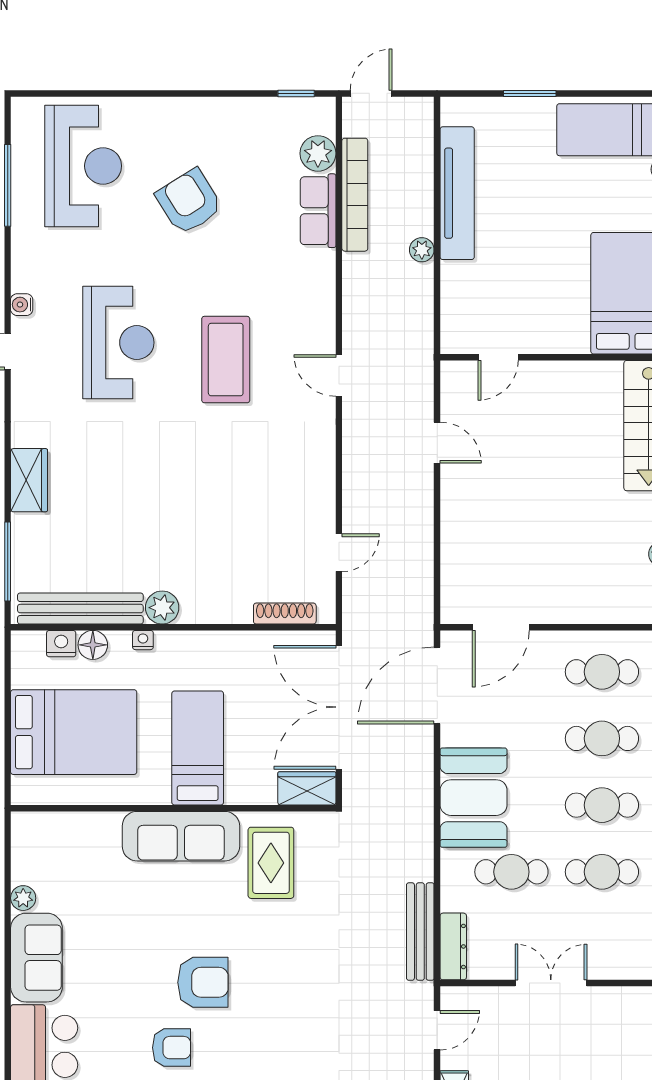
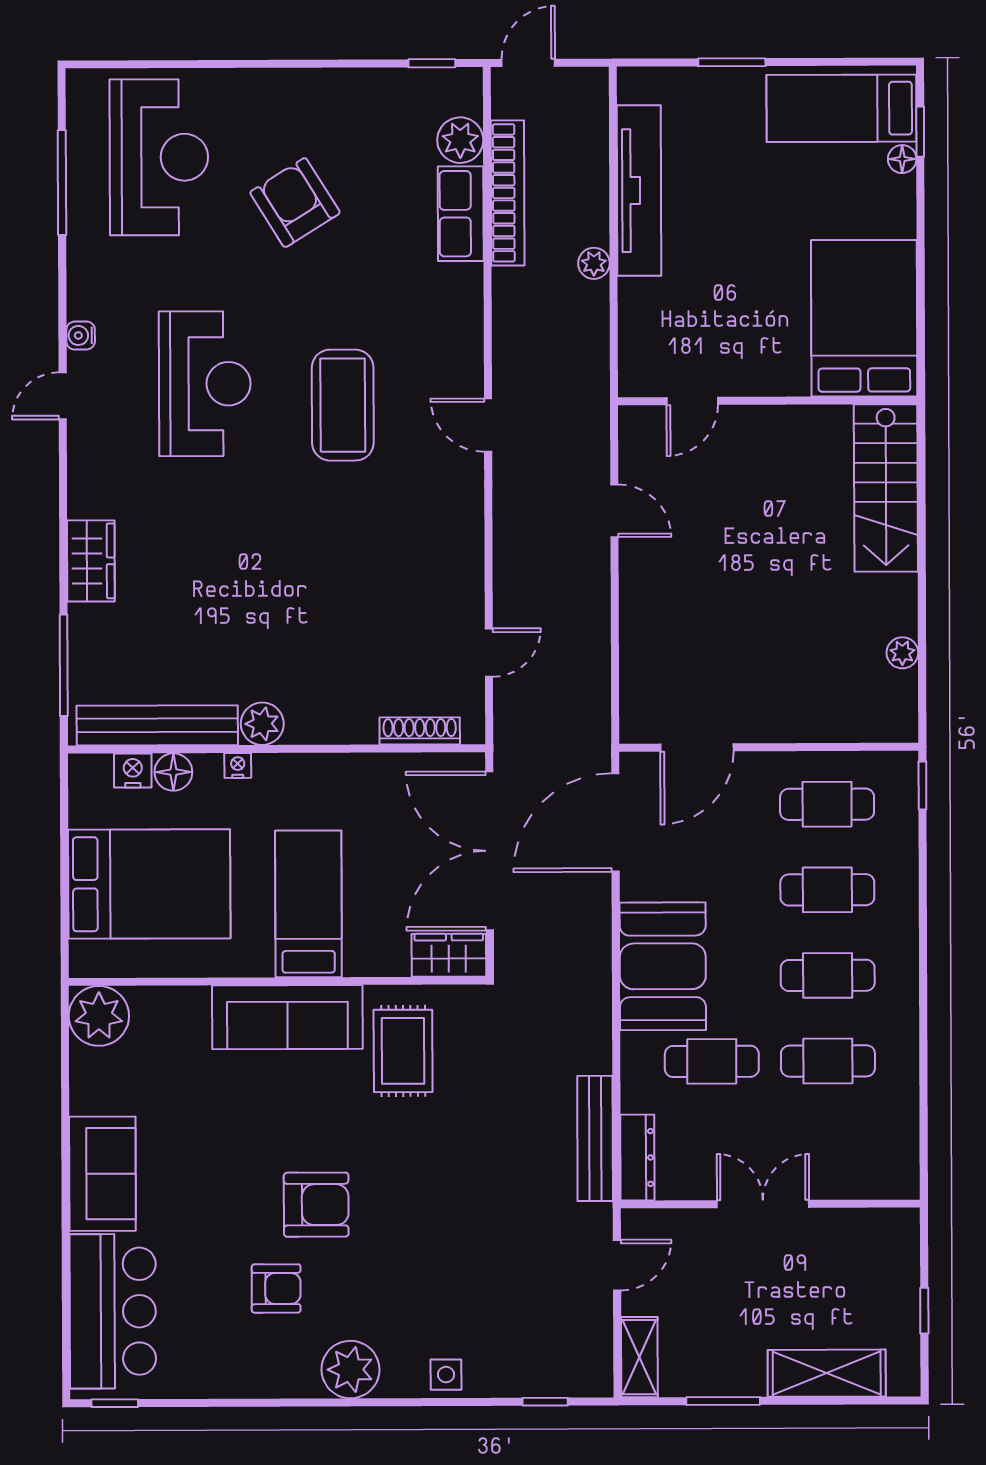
plant: (23, 898) -> (99, 1016), moved, width x1.88, depth x1.88

